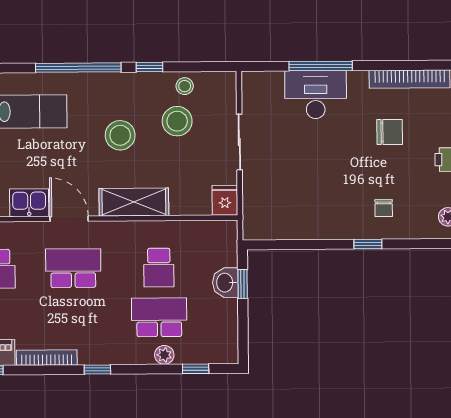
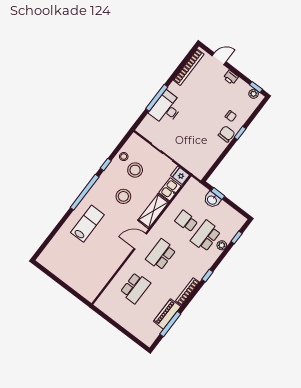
chair: (390, 132) -> (226, 134), moved
kitchen sink: (29, 203) -> (170, 189), moved
school desk: (159, 268) -> (186, 221), turned 180

